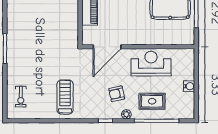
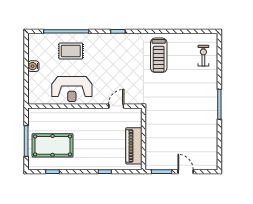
door: (107, 47) -> (116, 106), width x0.53
armchair: (117, 94) -> (107, 59), removed
plant: (126, 114) -> (97, 38), removed

